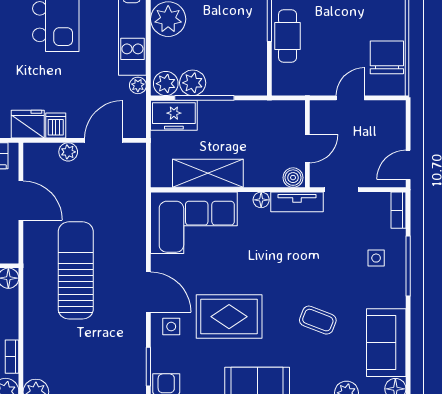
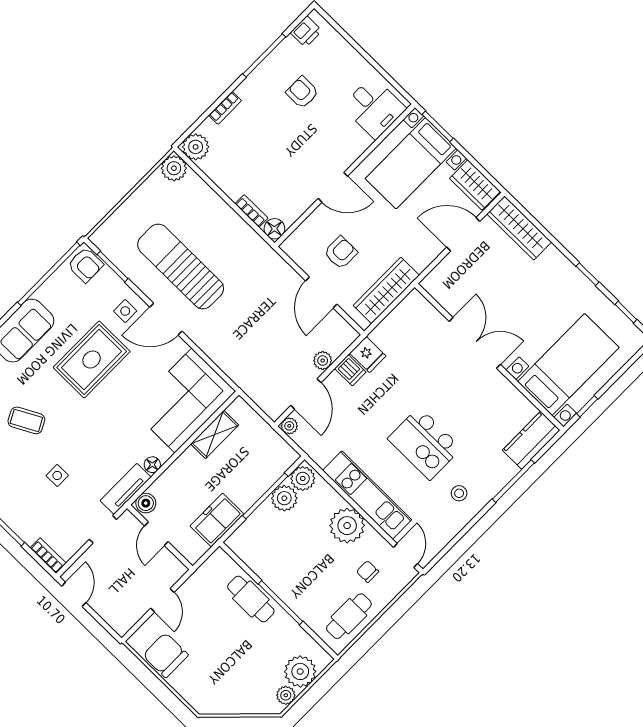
chair: (387, 57) -> (166, 655), turned 180
plant: (138, 85) -> (289, 426), moved
freezer: (174, 115) -> (217, 520), moved
fridge: (28, 124) -> (368, 354), width x0.72
shelving: (208, 173) -> (215, 434), width x0.67, depth x0.75
door: (21, 200) -> (321, 292), hinge flipped
side table: (376, 258) -> (57, 475), moved
sun lounger: (76, 270) -> (181, 266), moved, turned 180
coffee table: (318, 320) -> (26, 420), turned 41
bookcase: (12, 357) -> (251, 211), moved

